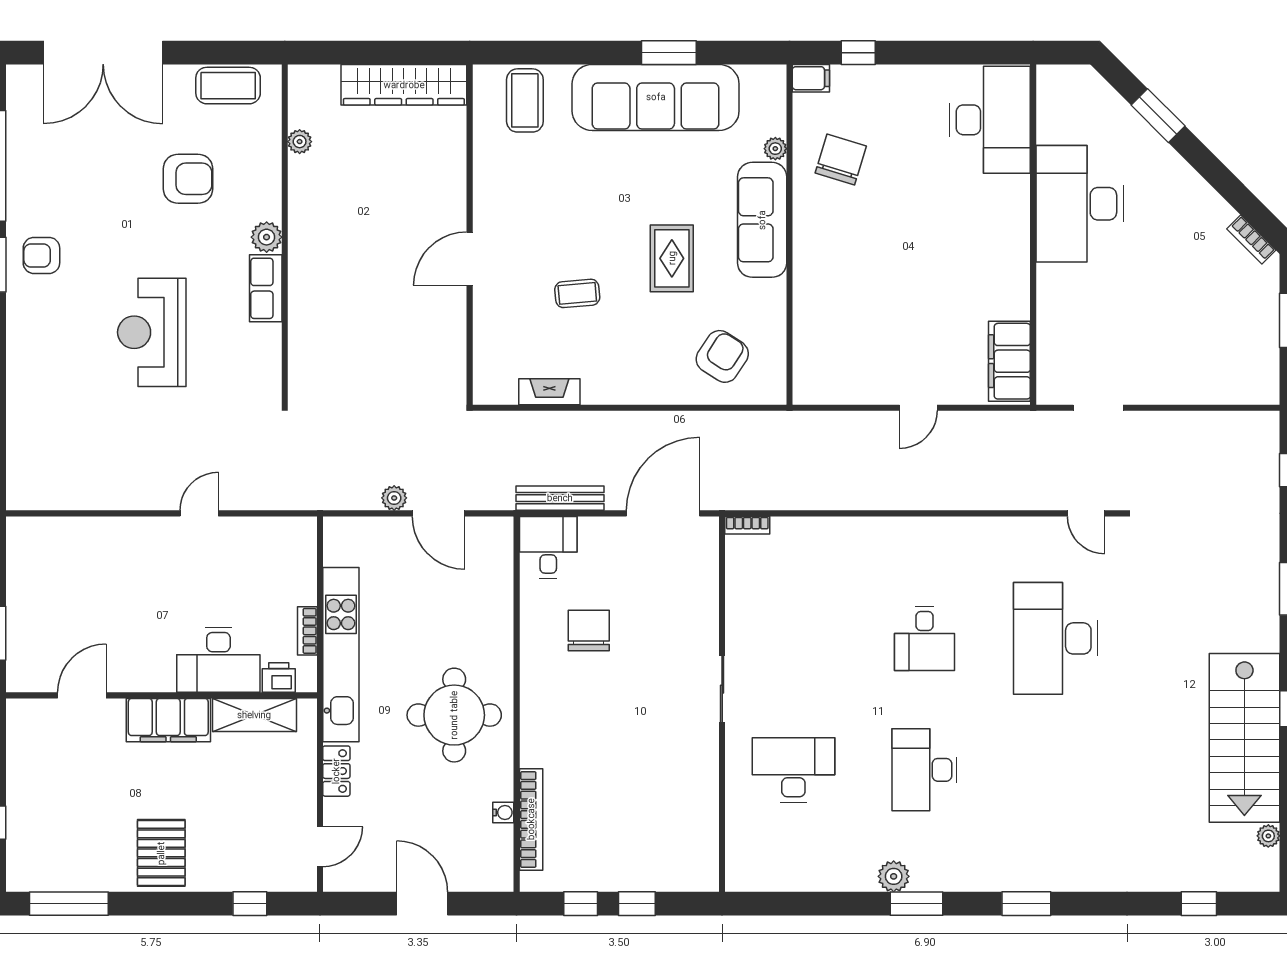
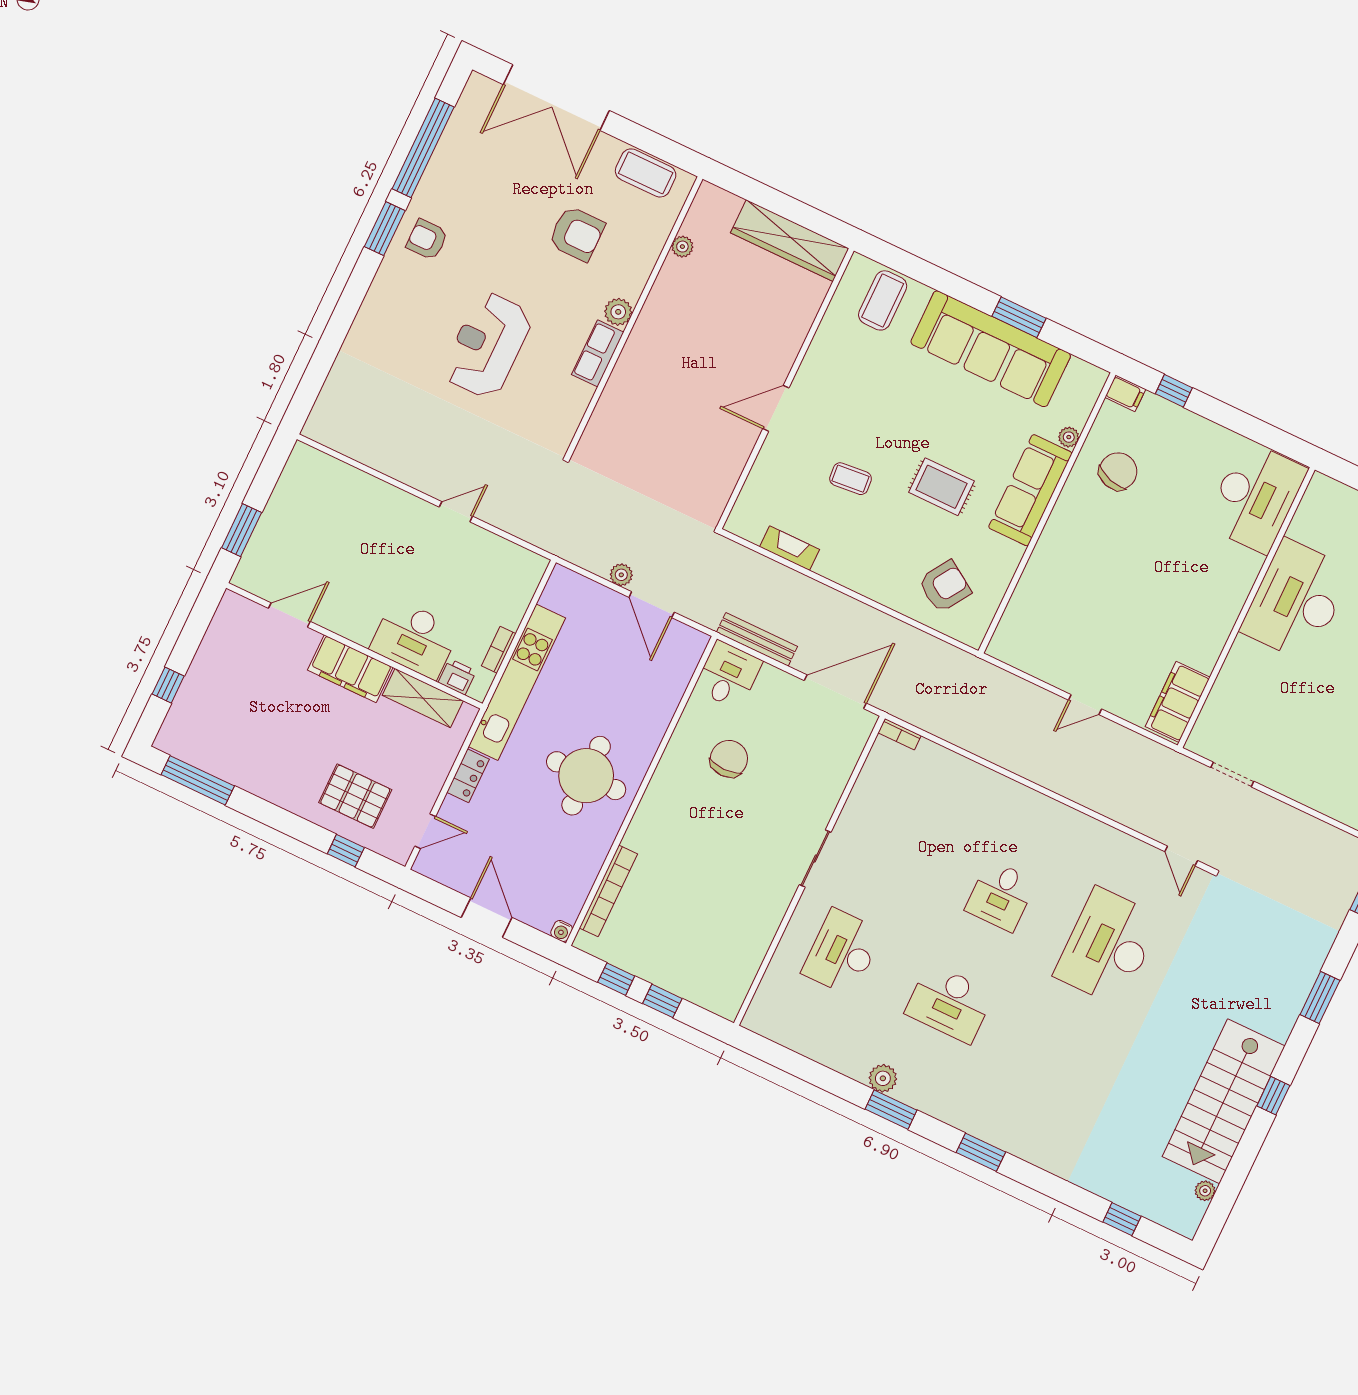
rug: (672, 258) -> (941, 487), turned 90
desk: (793, 770) -> (842, 952), turned -90
desk: (925, 770) -> (950, 1003), turned -90
water cooler: (503, 812) -> (562, 931), moved, turned 90
pallet: (161, 853) -> (355, 796), moved, turned 90

